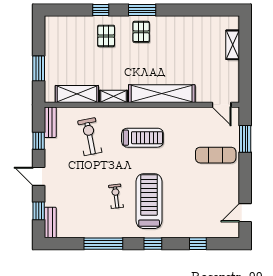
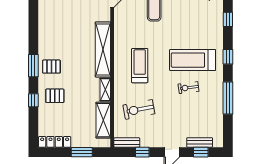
locker: (51, 36) -> (55, 142), added
bench: (50, 223) -> (200, 142), moved

